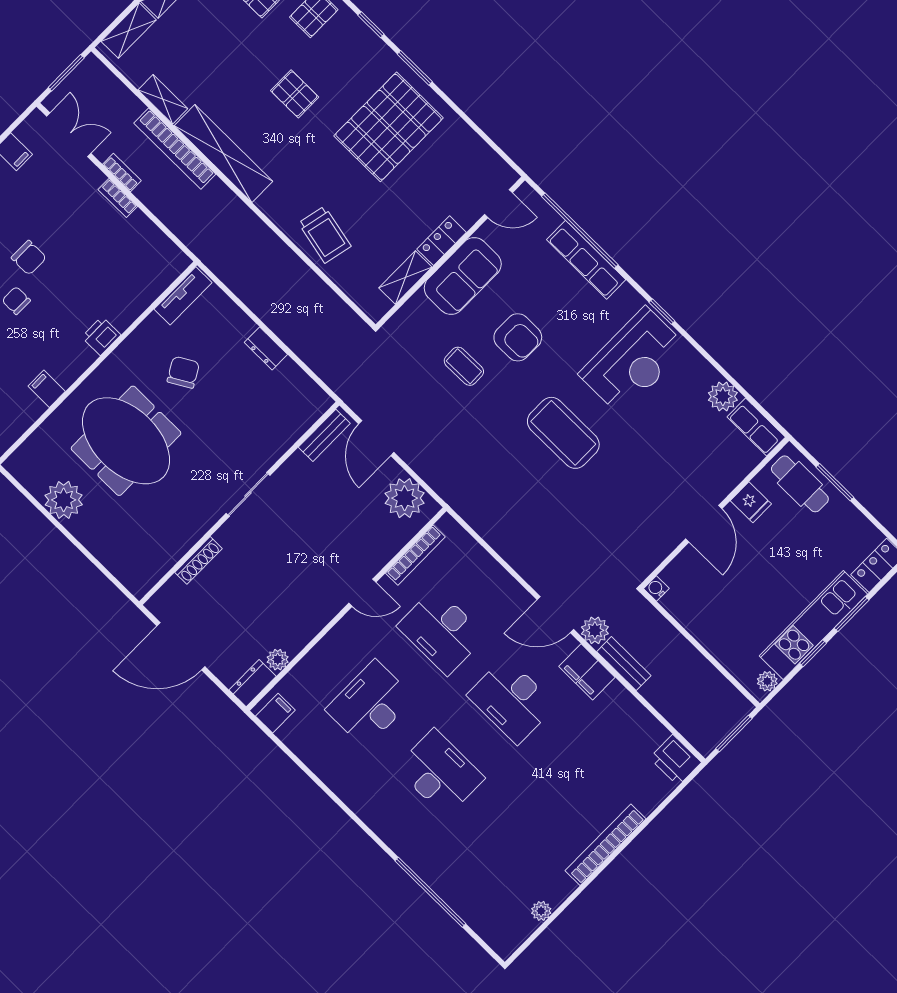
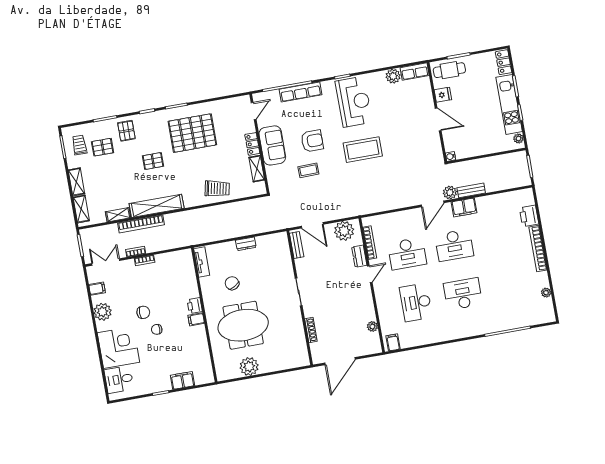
pallet: (388, 127) -> (192, 133), turned 90
filing cabinet: (47, 389) -> (196, 319), moved
dresser: (253, 683) -> (359, 256), moved
printer: (675, 760) -> (529, 216), moved, turned 90

